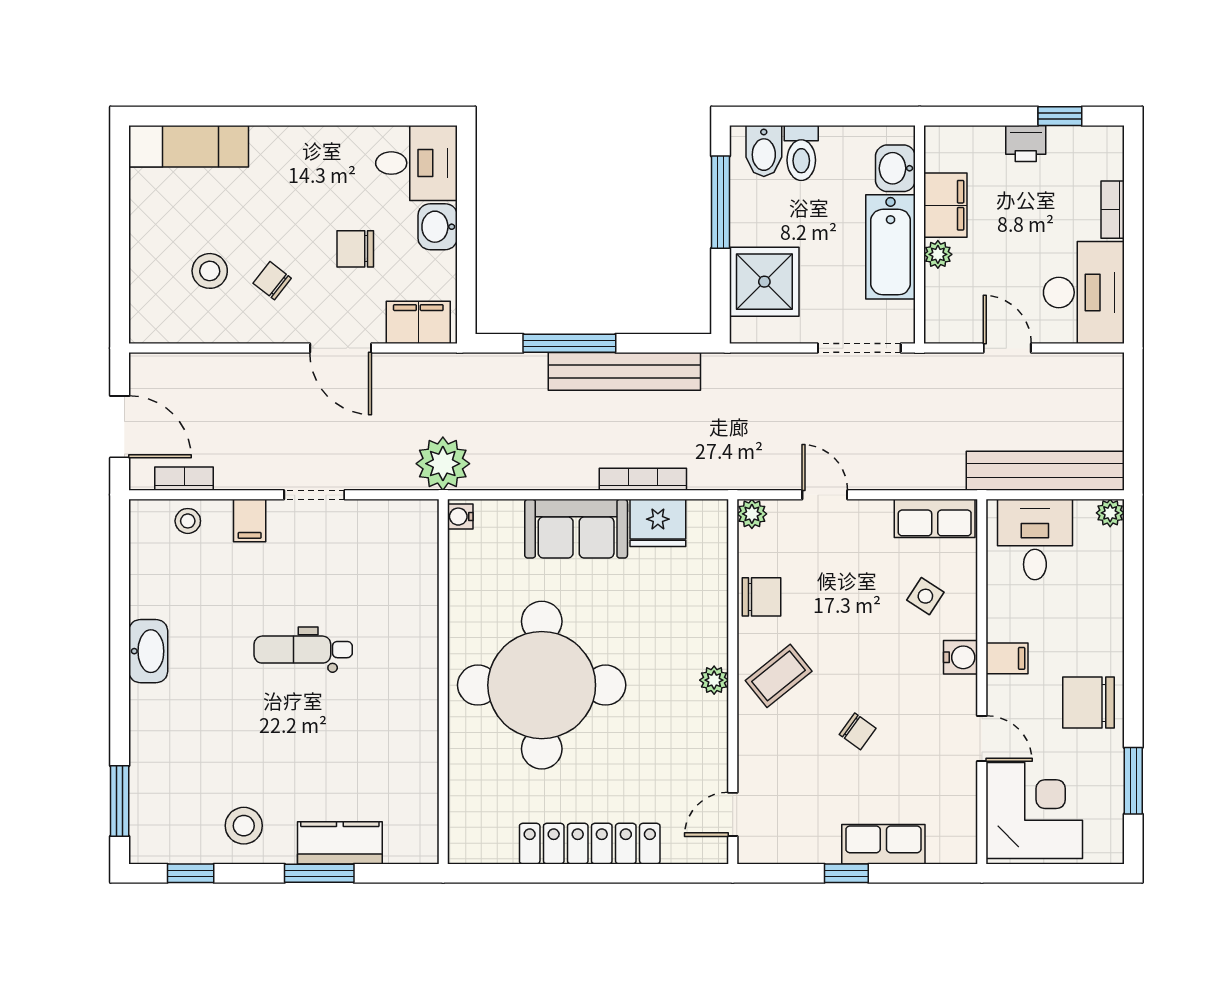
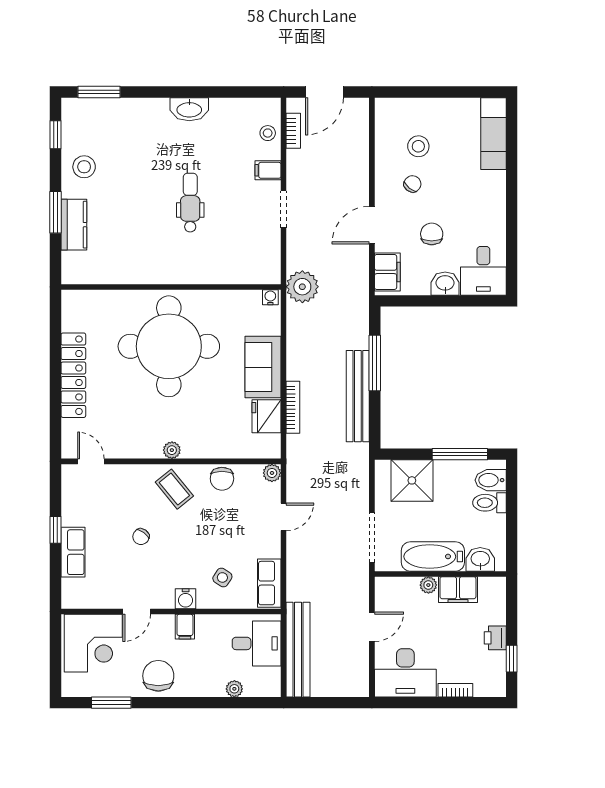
plant: (1110, 513) -> (234, 689), moved

